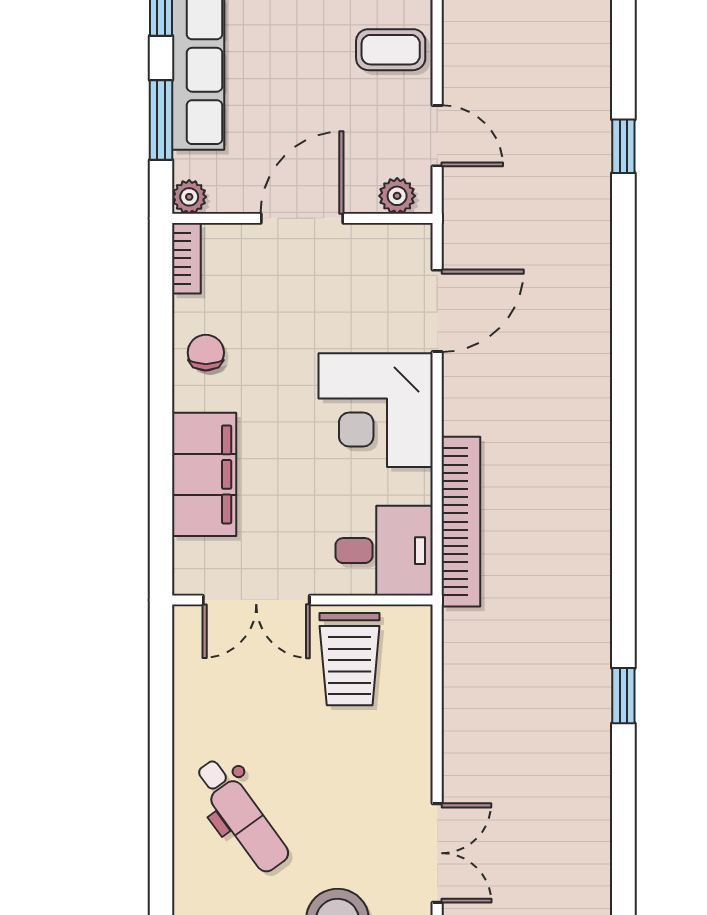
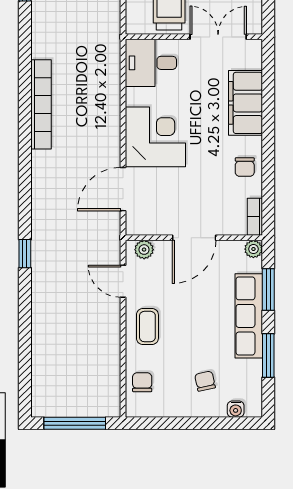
coffee table: (391, 50) -> (147, 327), turned 90
window: (623, 146) -> (25, 254), moved
bookcase: (461, 522) -> (41, 104), moved, turned 180

